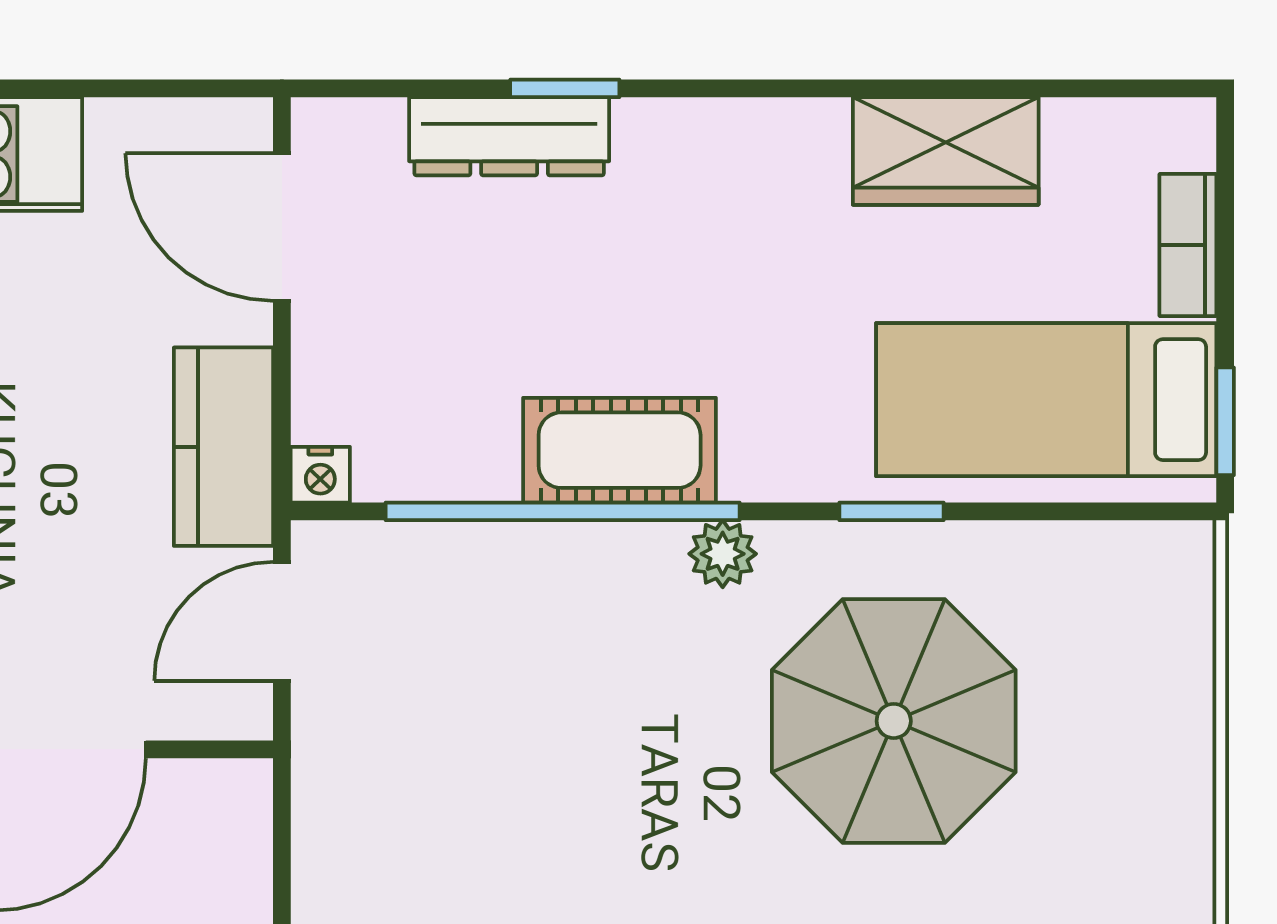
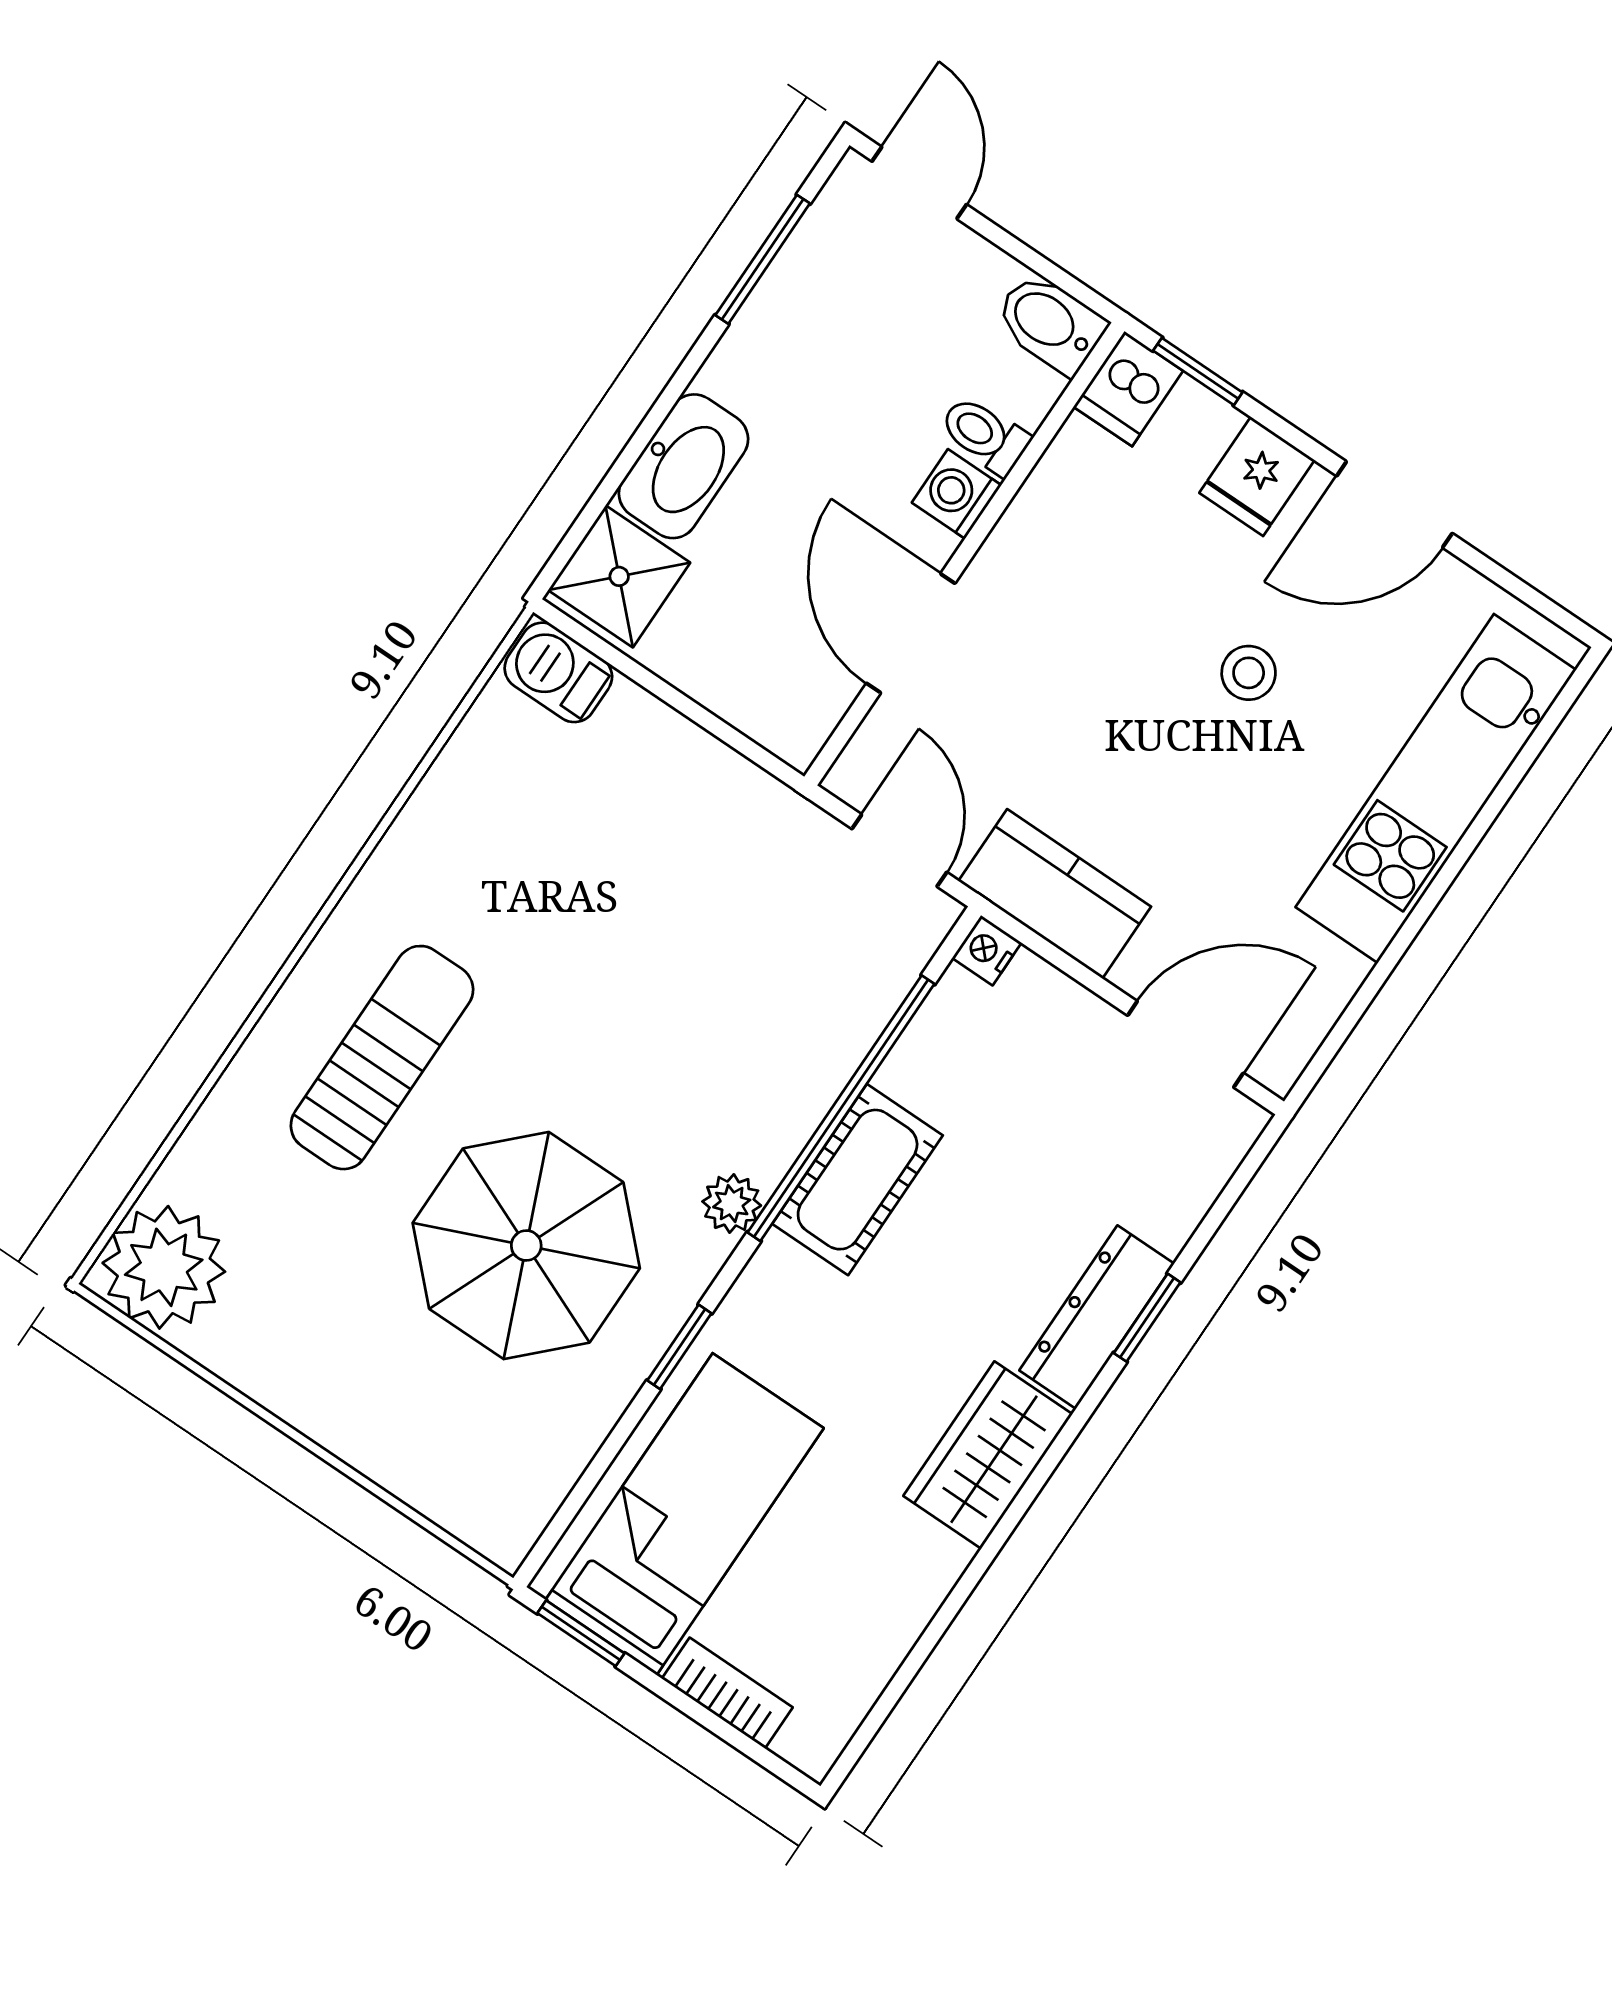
dresser: (509, 136) -> (1097, 1317), moved
wardrobe: (946, 151) -> (988, 1455), moved

